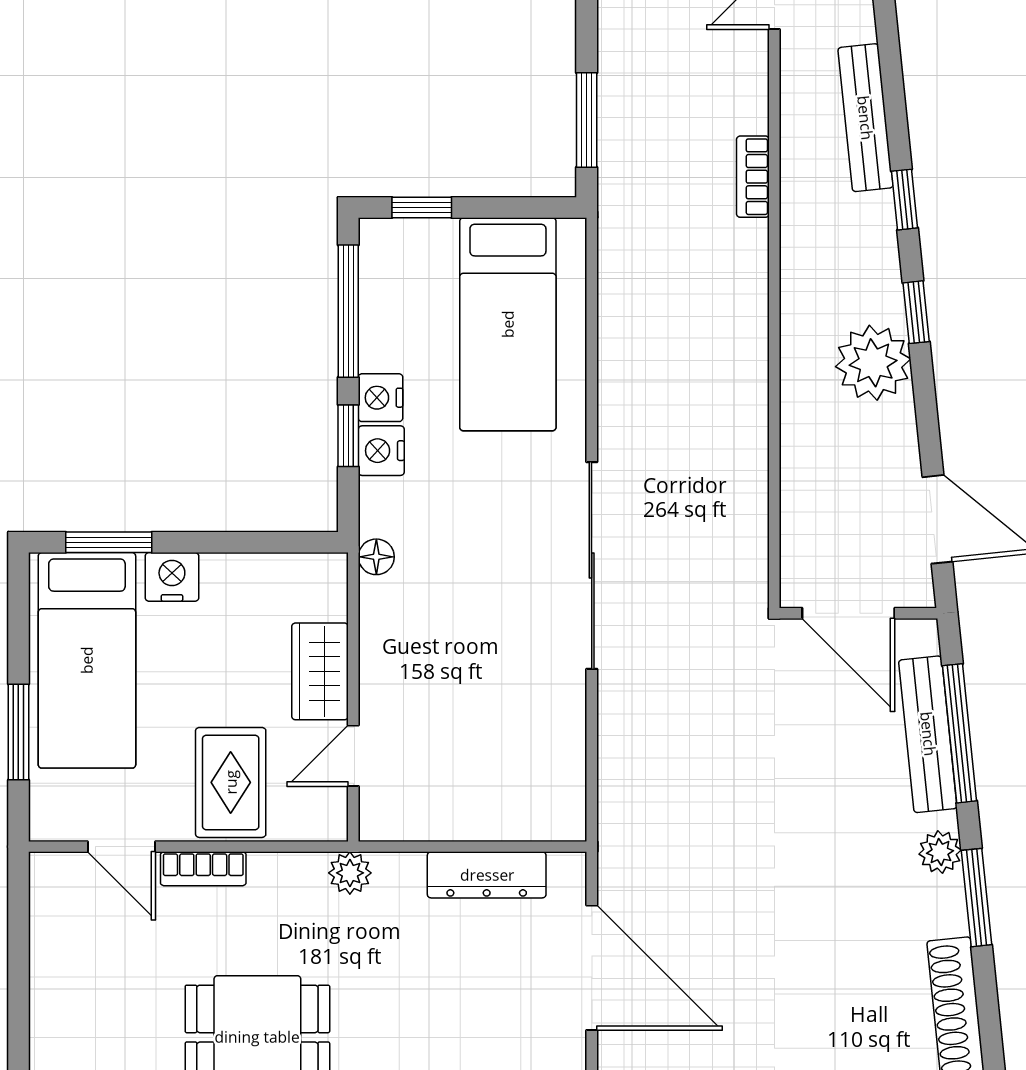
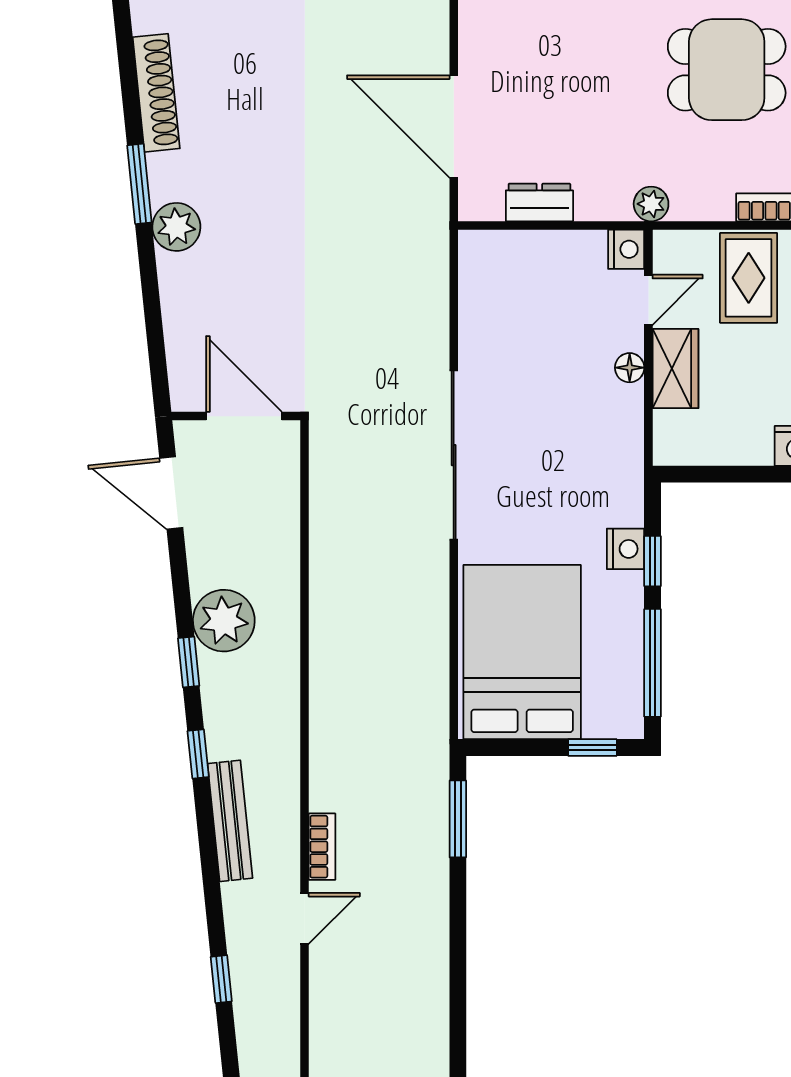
bookcase: (753, 177) -> (322, 847), moved
bed: (508, 324) -> (522, 652), width x1.50
nightstand: (380, 398) -> (626, 249), moved
floor lamp: (376, 557) -> (630, 368), moved
window: (960, 733) -> (153, 318), removed
bench: (928, 734) -> (179, 317), removed
plant: (940, 852) -> (176, 227), width x1.38, depth x1.38
dresser: (487, 875) -> (539, 202), width x0.70

